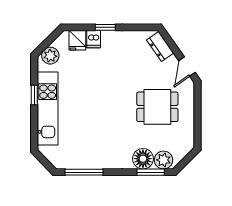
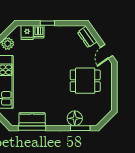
kitchen counter: (84, 160) -> (32, 119), added
plant: (164, 160) -> (90, 119), removed

